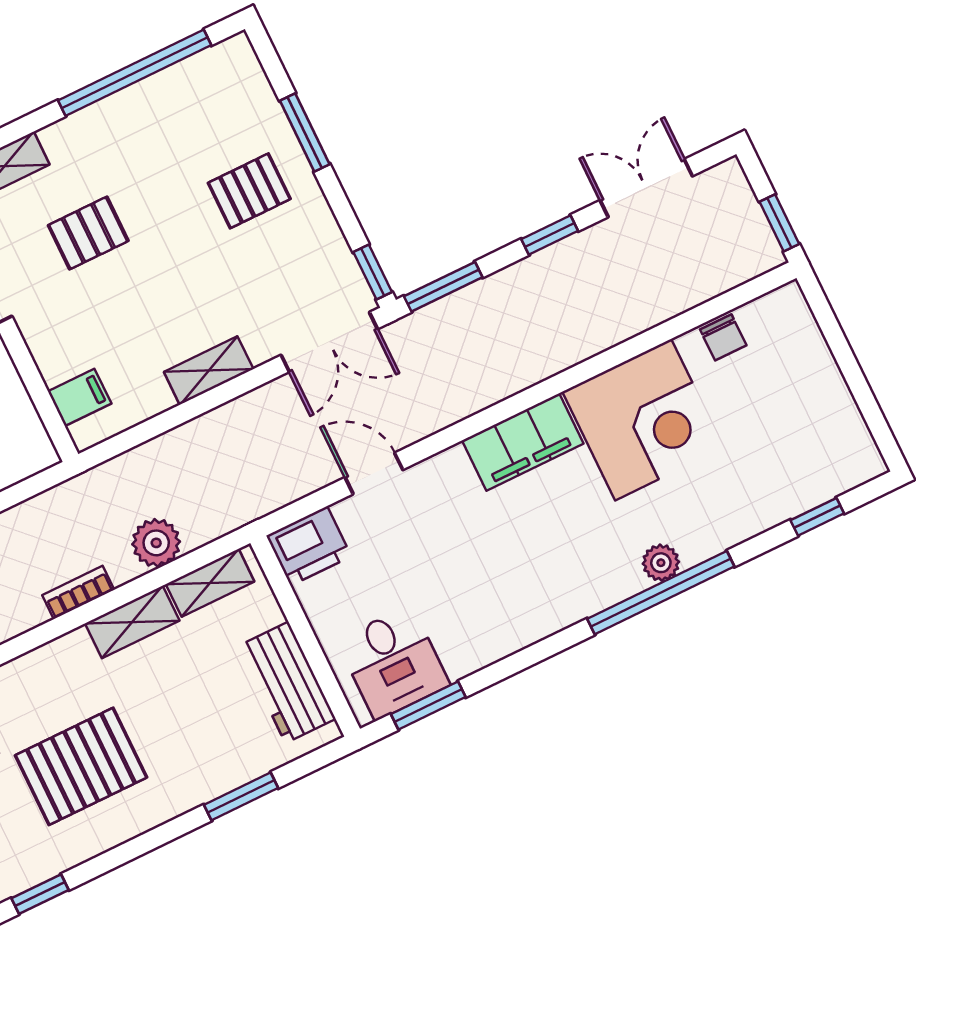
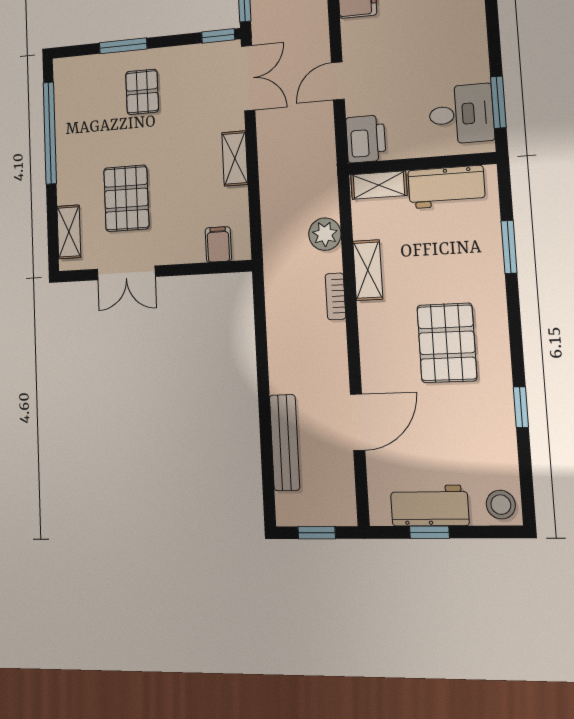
pallet: (88, 233) -> (126, 198), width x1.50, depth x1.42
shelving: (210, 583) -> (379, 185), moved, turned 90

